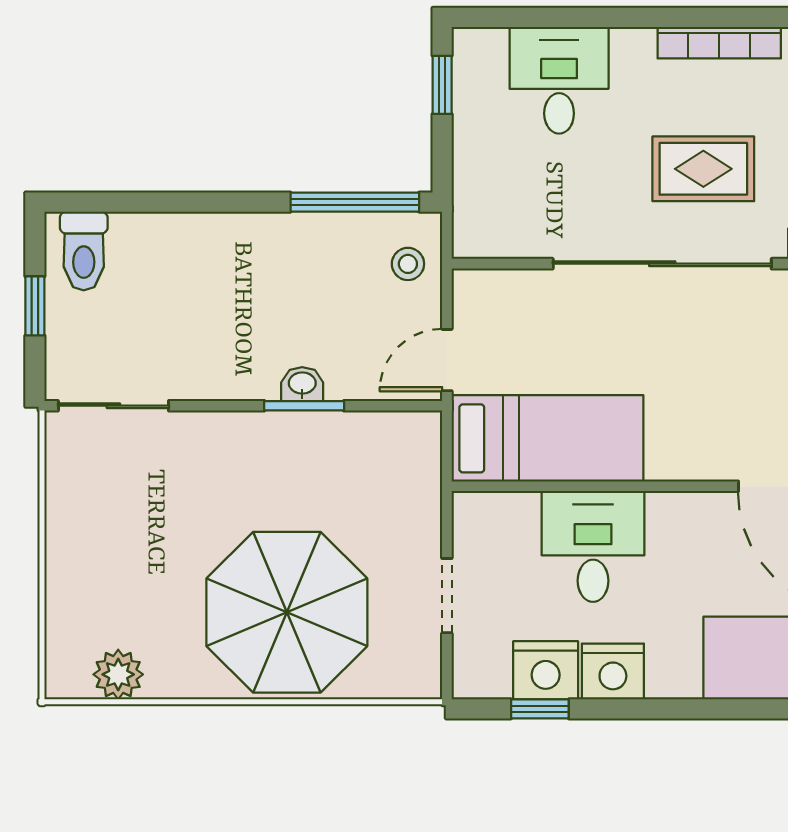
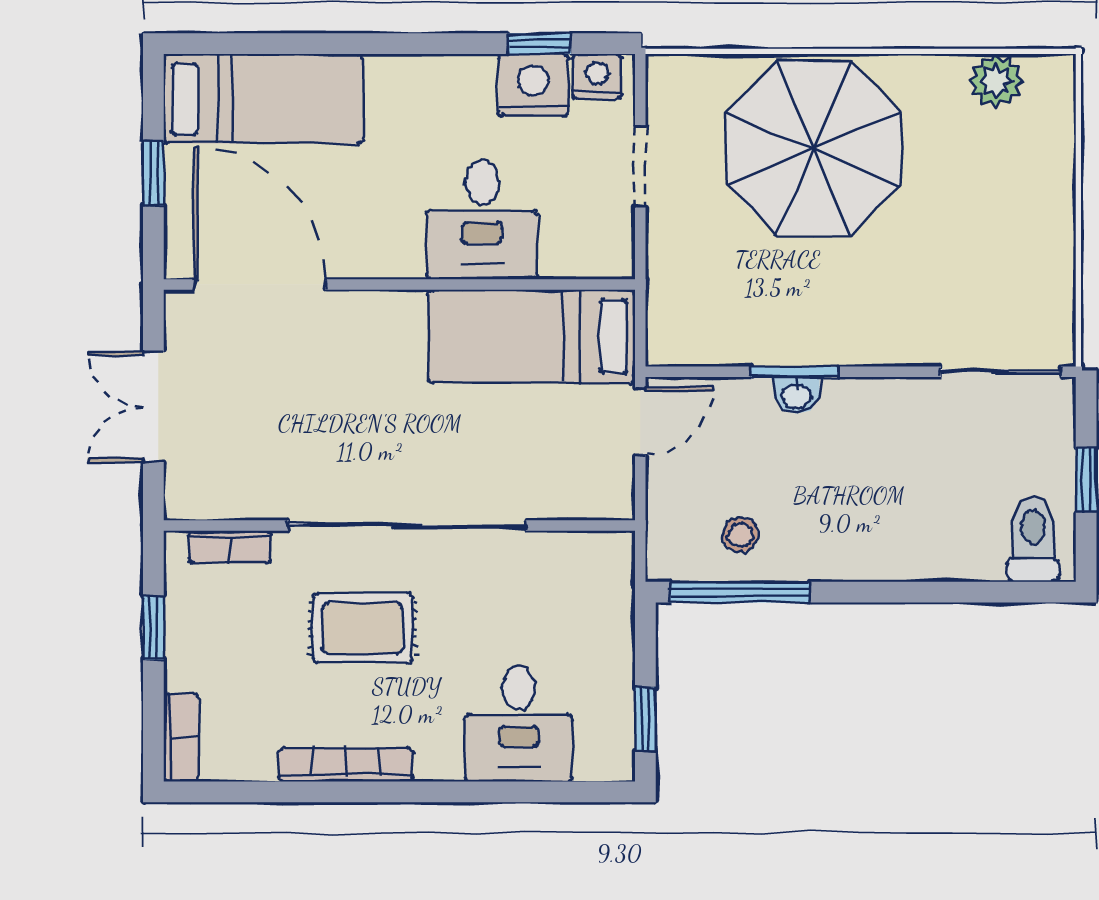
stool: (408, 264) -> (740, 535), moved
nightstand: (613, 671) -> (597, 77), moved, width x0.74, depth x0.75

